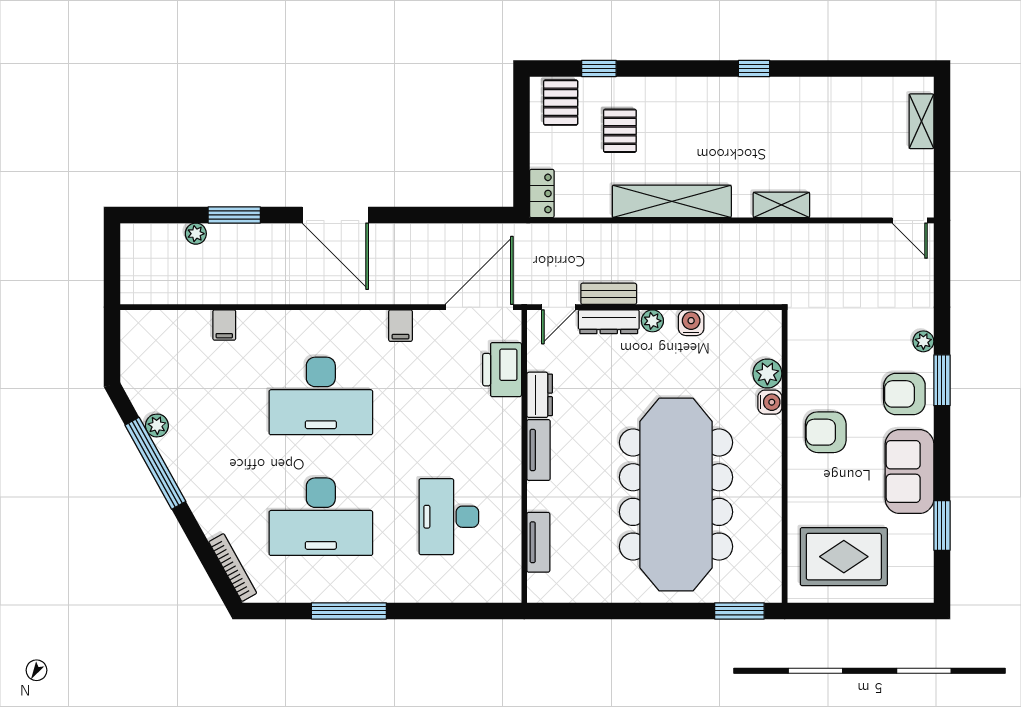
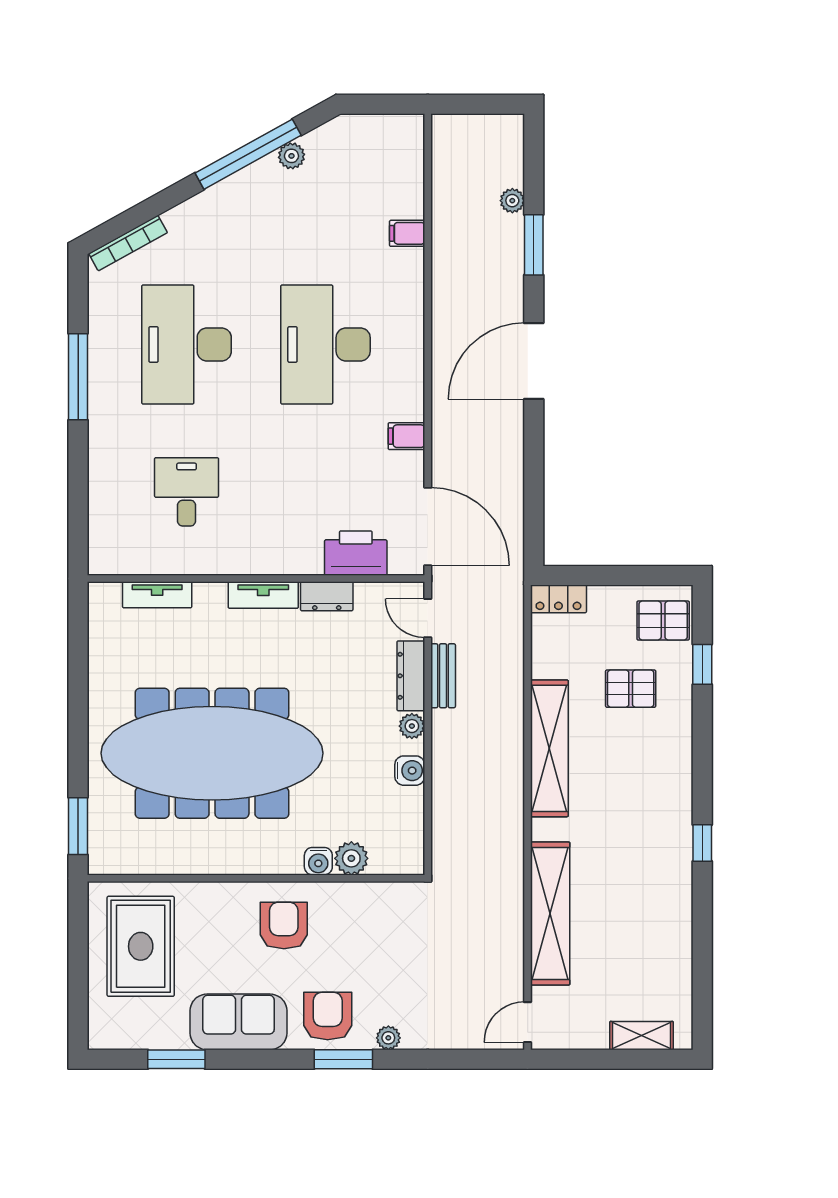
shelving: (781, 205) -> (550, 914), width x2.20, depth x1.33
desk: (449, 517) -> (187, 492), width x0.73

